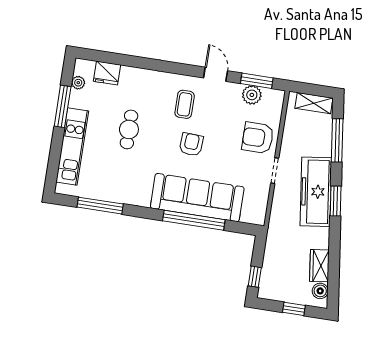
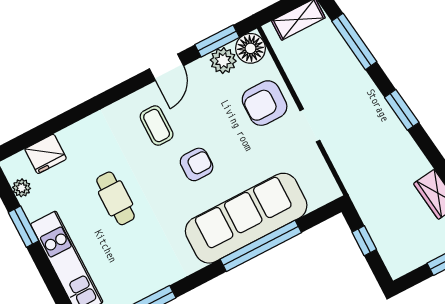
door: (216, 74) -> (166, 67), swing flipped
floor lamp: (273, 100) -> (251, 48), added
window: (63, 106) -> (24, 227), width x0.69
armchair: (191, 144) -> (197, 164), turned 87
freezer: (316, 192) -> (372, 116), removed
window: (255, 277) -> (364, 241), moved

